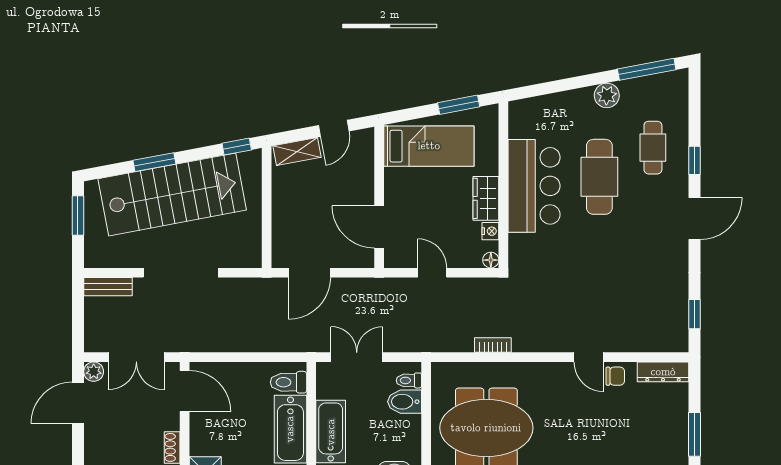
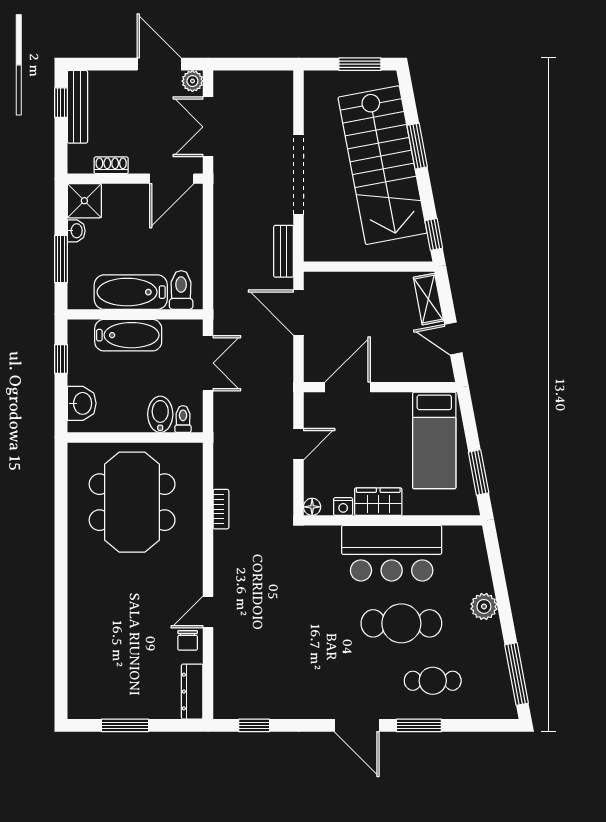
plant: (607, 95) -> (484, 606), moved
window: (694, 160) -> (419, 725), width x1.50
bench: (108, 287) -> (284, 251), moved

